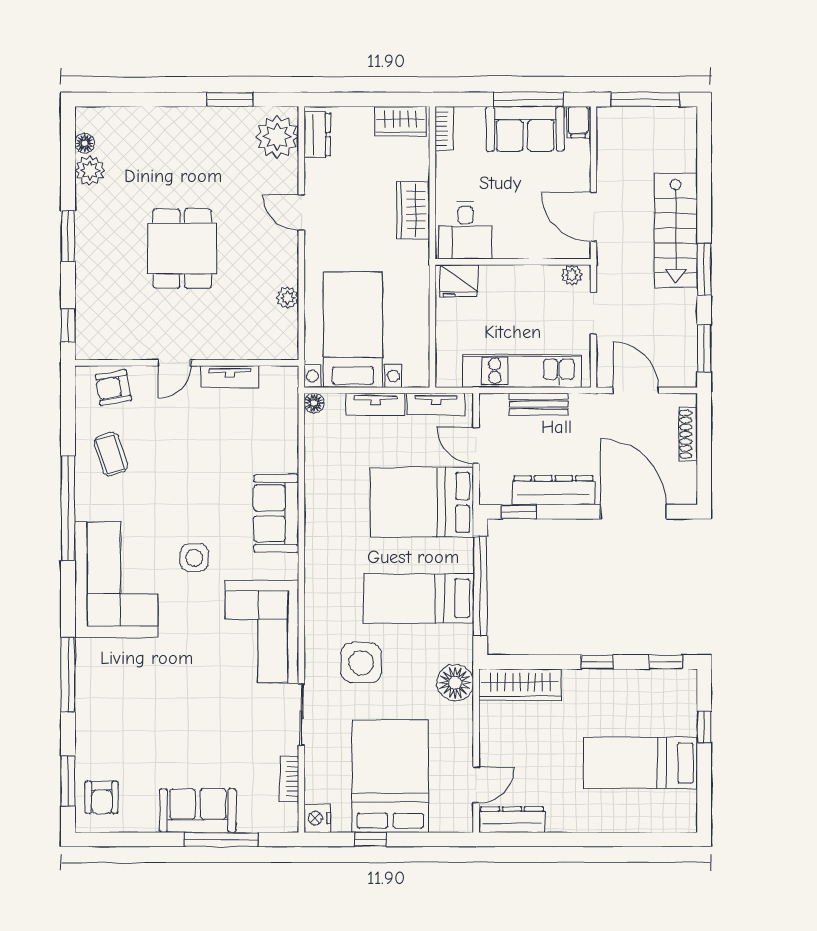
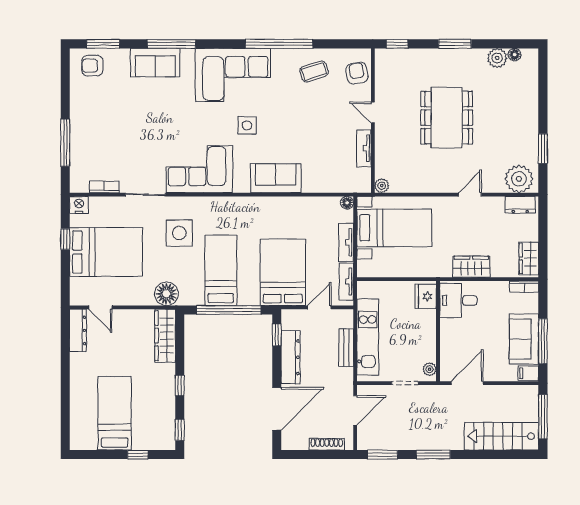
stairs: (676, 231) -> (502, 436), moved
dining table: (182, 248) -> (447, 118), width x1.38
plant: (288, 298) -> (382, 186), moved
sofa: (198, 811) -> (155, 63), moved, turned 90

